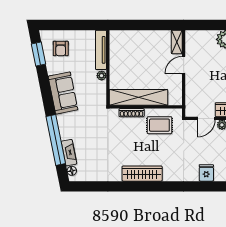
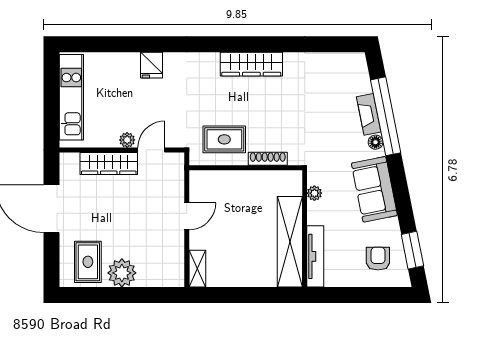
door: (184, 65) -> (187, 216), moved
plant: (102, 76) -> (314, 193), moved
shelving: (139, 97) -> (290, 242), moved, turned 90
fireplace: (69, 153) -> (369, 114), moved
floor lamp: (72, 171) -> (376, 142), moved

